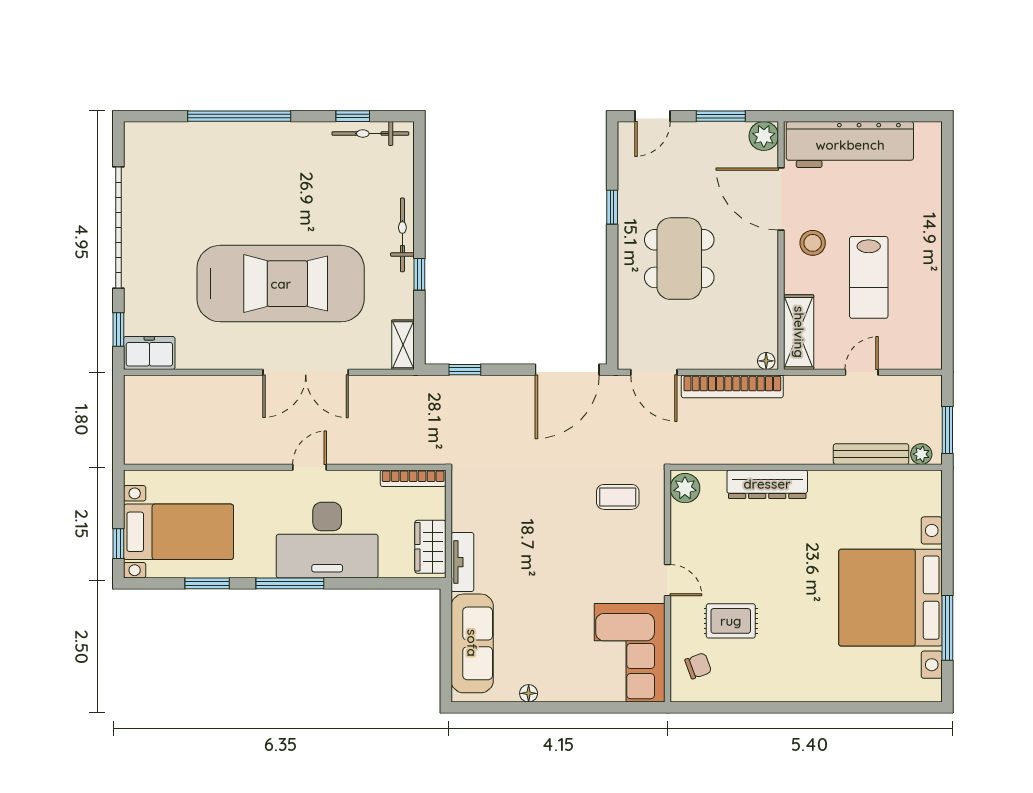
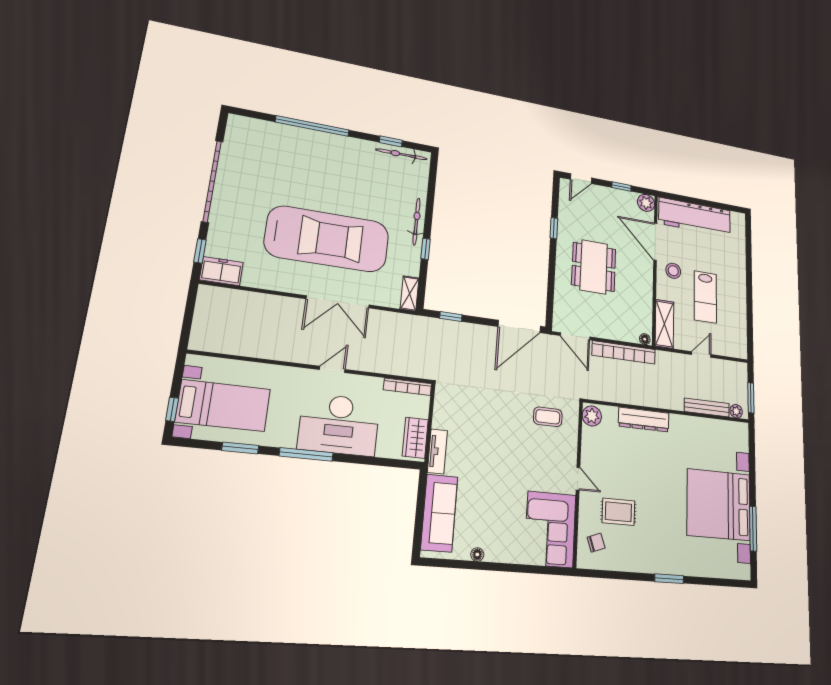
window: (721, 116) -> (621, 187), width x0.67
window: (811, 707) -> (669, 579), added

